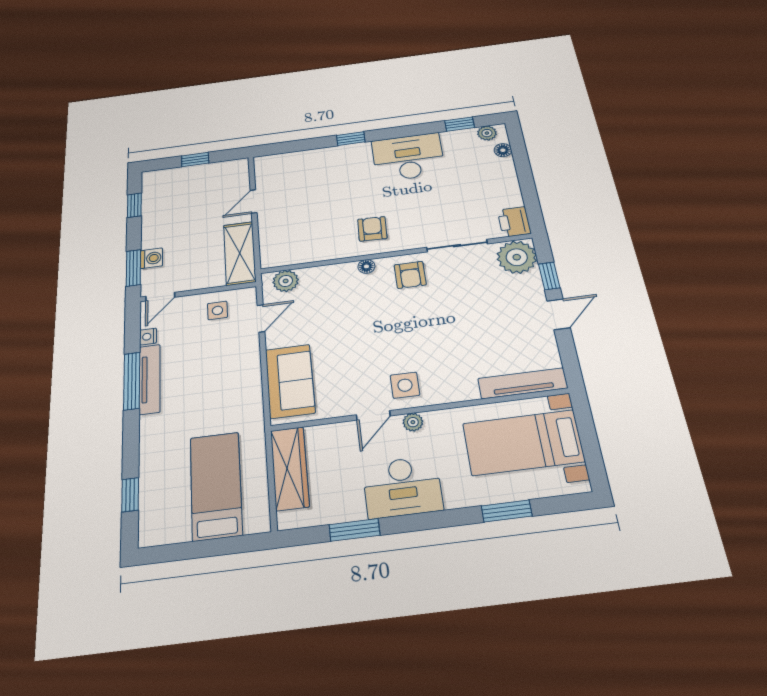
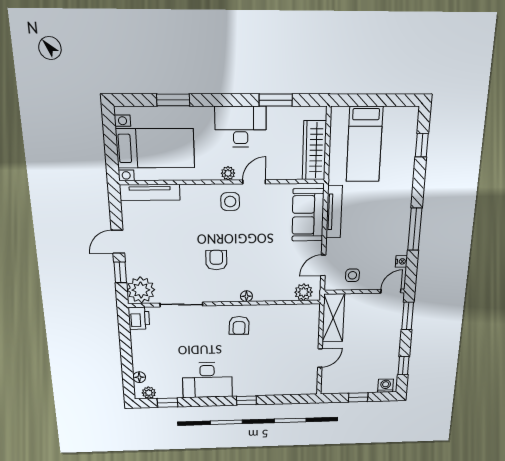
washing machine: (152, 258) -> (386, 386), moved, turned 90
armchair: (410, 275) -> (216, 260), moved
tv unit: (150, 379) -> (334, 212), moved, turned 180

